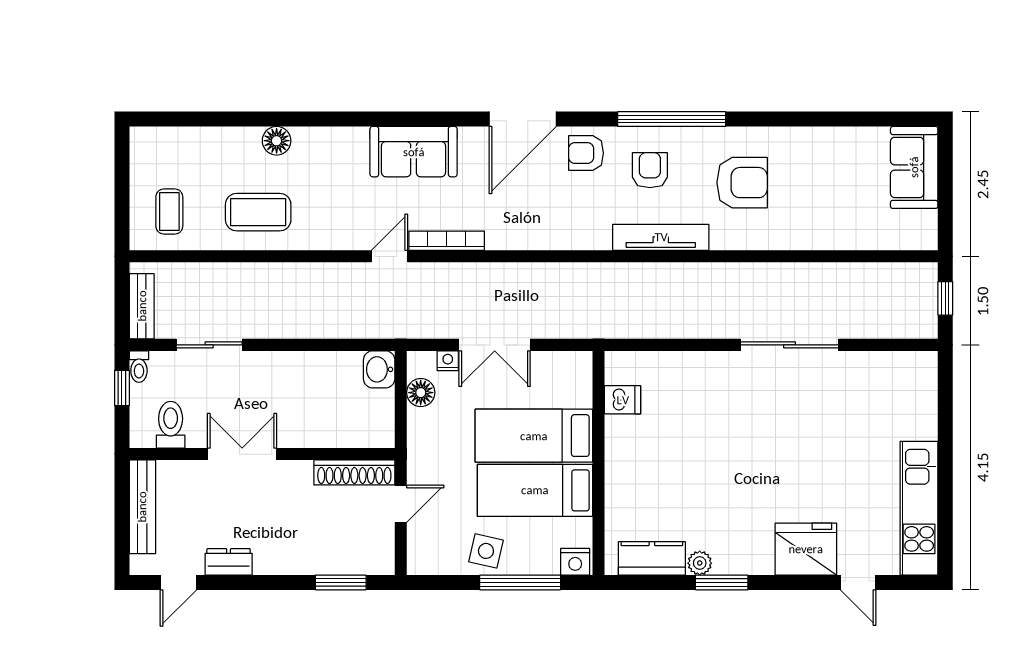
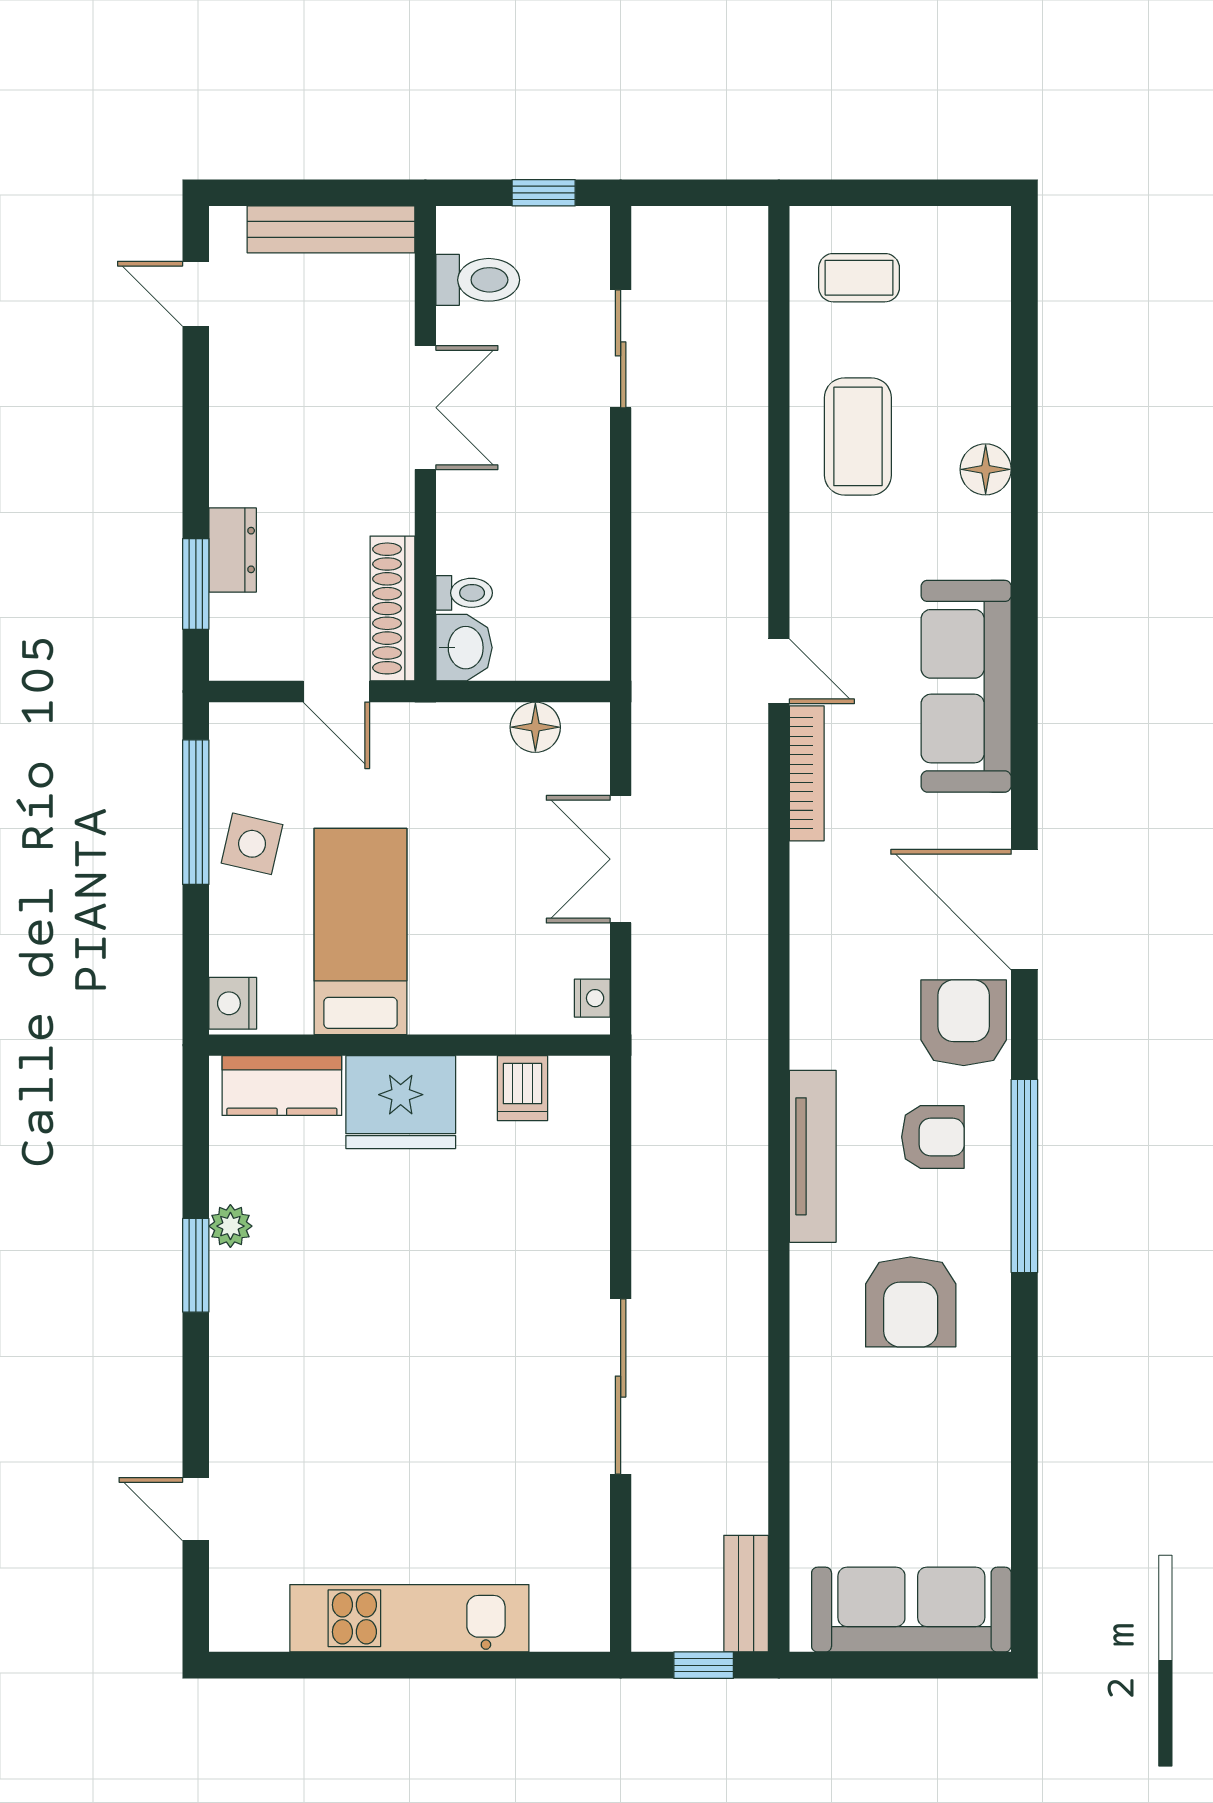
sofa: (414, 152) -> (966, 686), width x1.36
armchair: (586, 153) -> (964, 1023), width x1.38, depth x1.38
sofa: (914, 167) -> (911, 1610), width x1.36
bench: (142, 306) -> (746, 1594), moved, turned 90
nightstand: (448, 361) -> (592, 998), moved
toilet: (139, 367) -> (464, 593), moved, turned 180
washbasin: (379, 369) -> (464, 648), moved, turned 90
bed: (534, 436) -> (458, 930), removed
kitchen unit: (919, 508) -> (409, 1618), moved
fridge: (806, 549) -> (401, 1102), moved, turned 90
kitchen counter: (652, 558) -> (282, 1086), moved, turned 90
dresser: (229, 562) -> (233, 550), moved
window: (520, 582) -> (196, 812), moved
door: (858, 582) -> (196, 1509), hinge flipped

